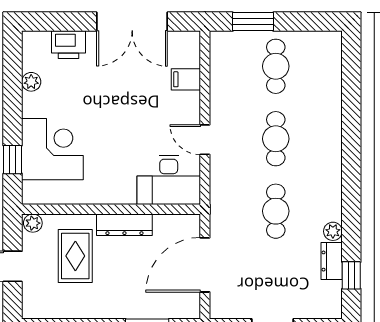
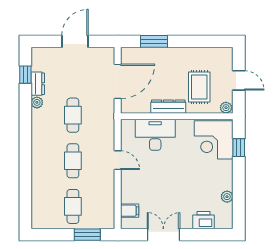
double door: (132, 22) -> (163, 235), width x0.73
filing cabinet: (186, 79) -> (130, 211), moved
corner desk: (52, 149) -> (214, 140), moved
desk: (169, 180) -> (155, 135), moved

